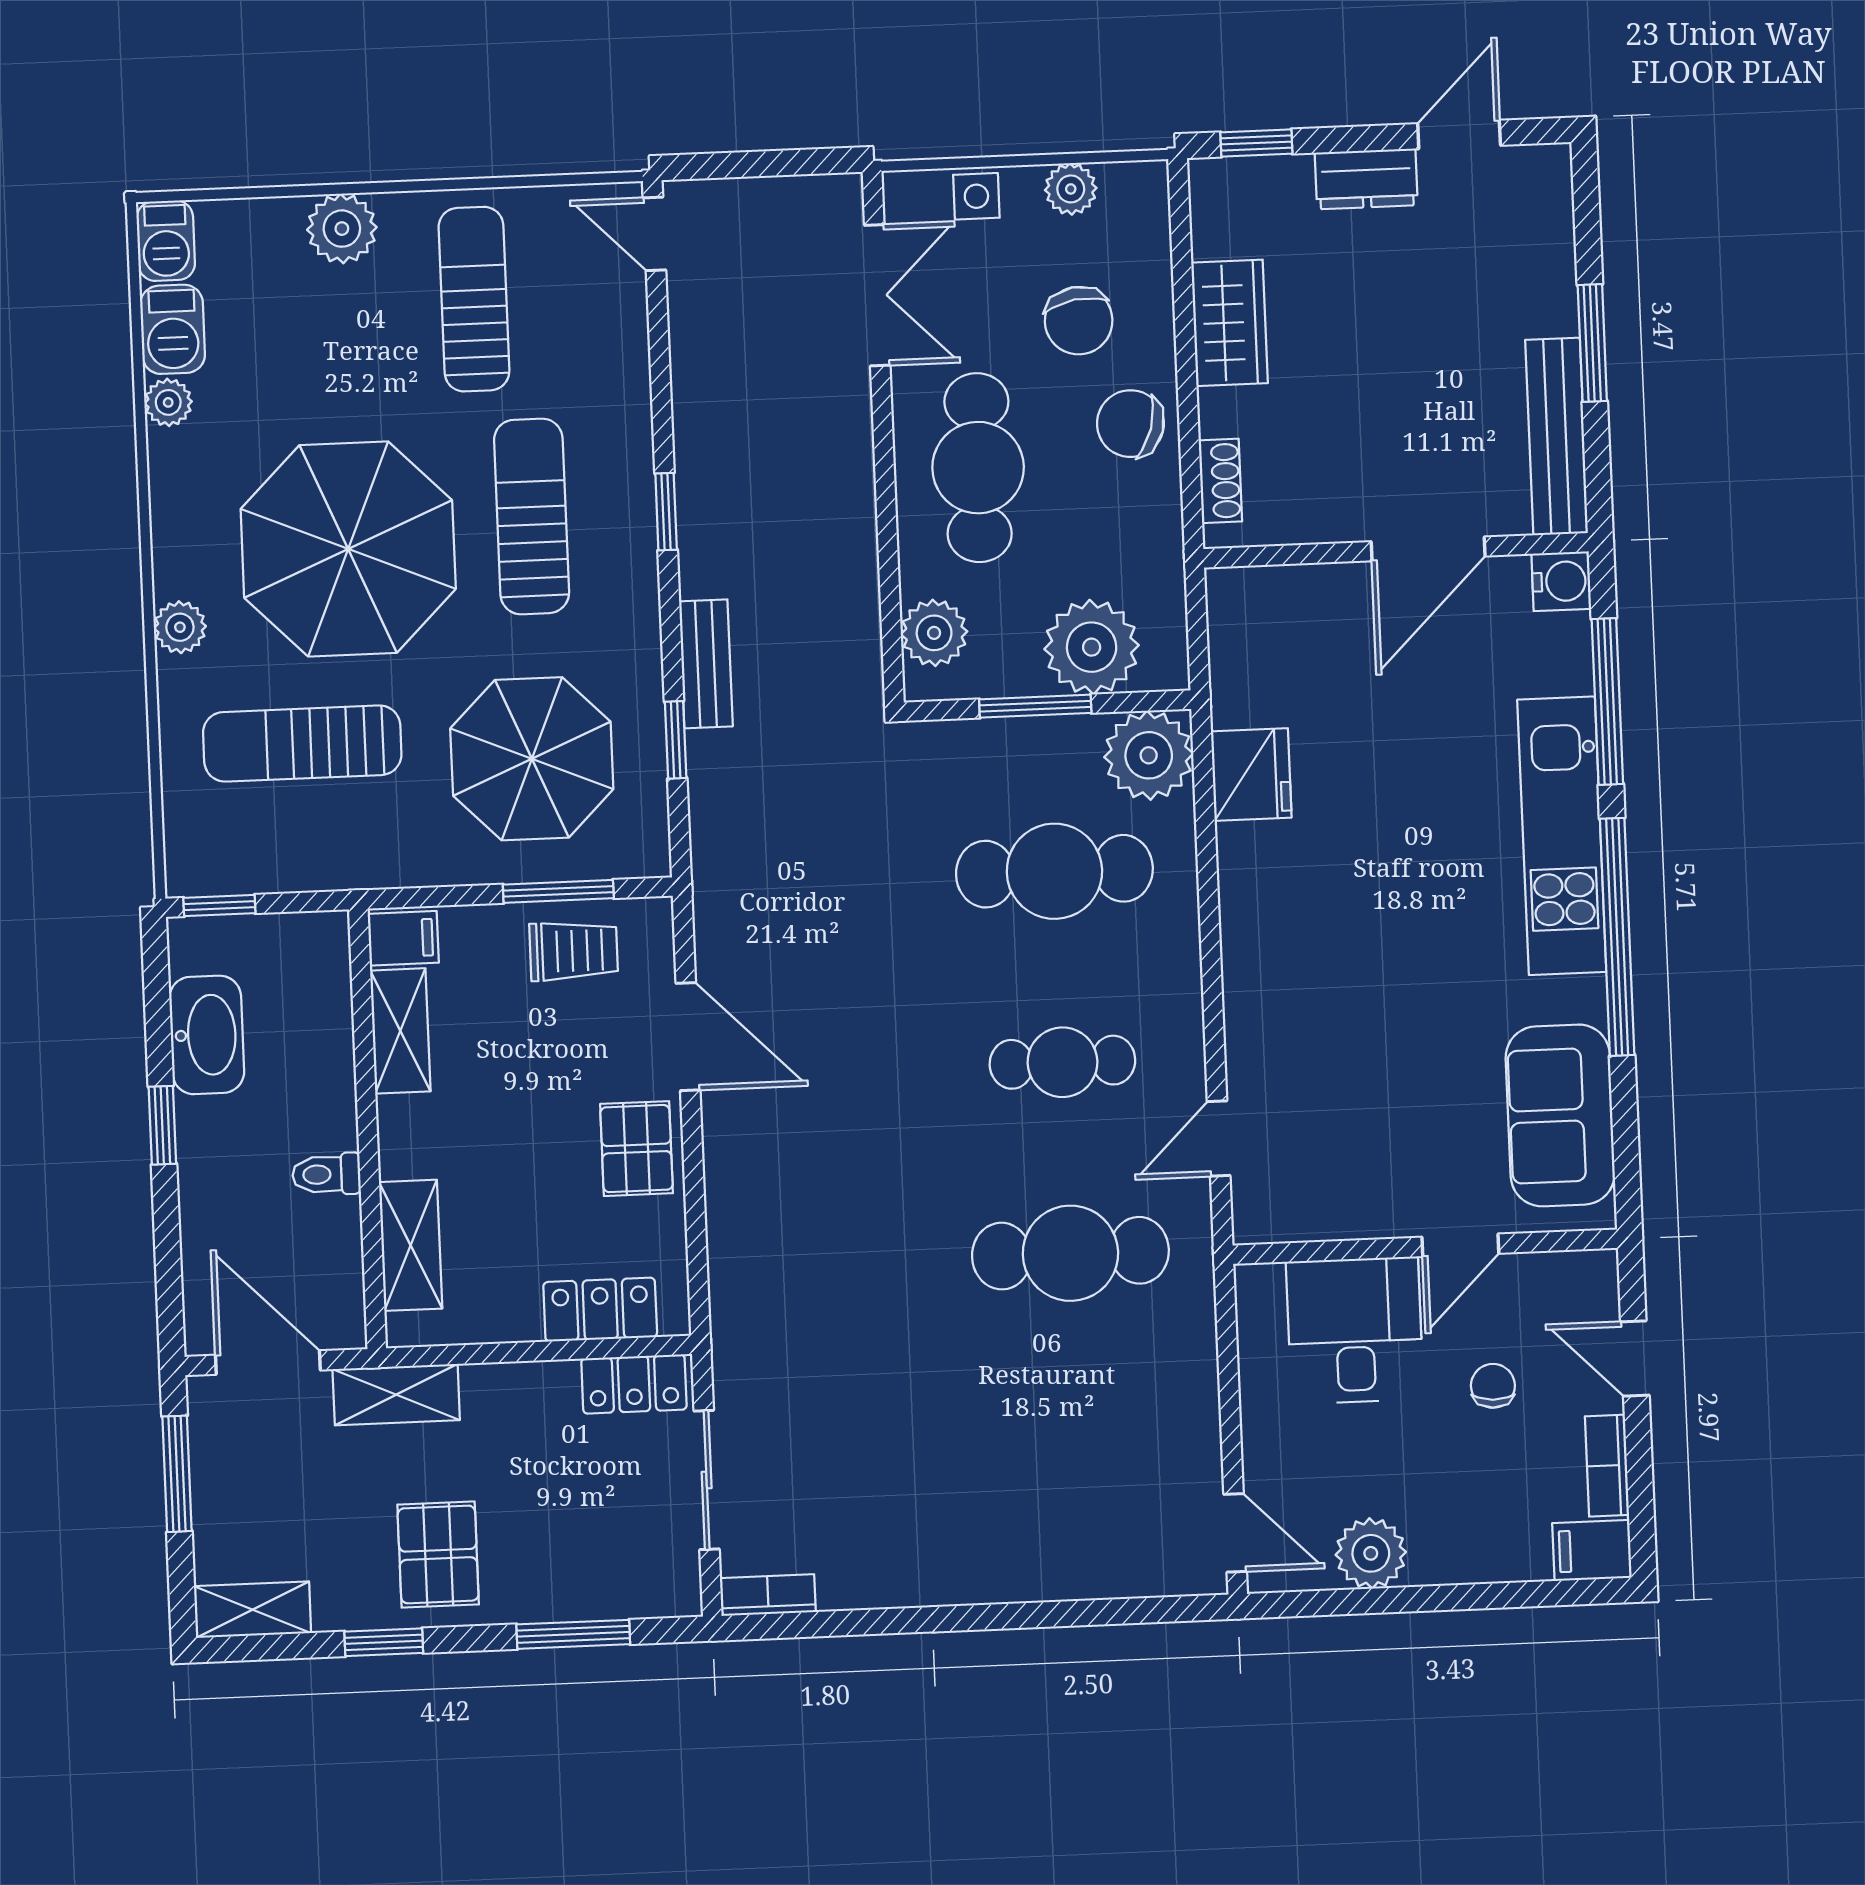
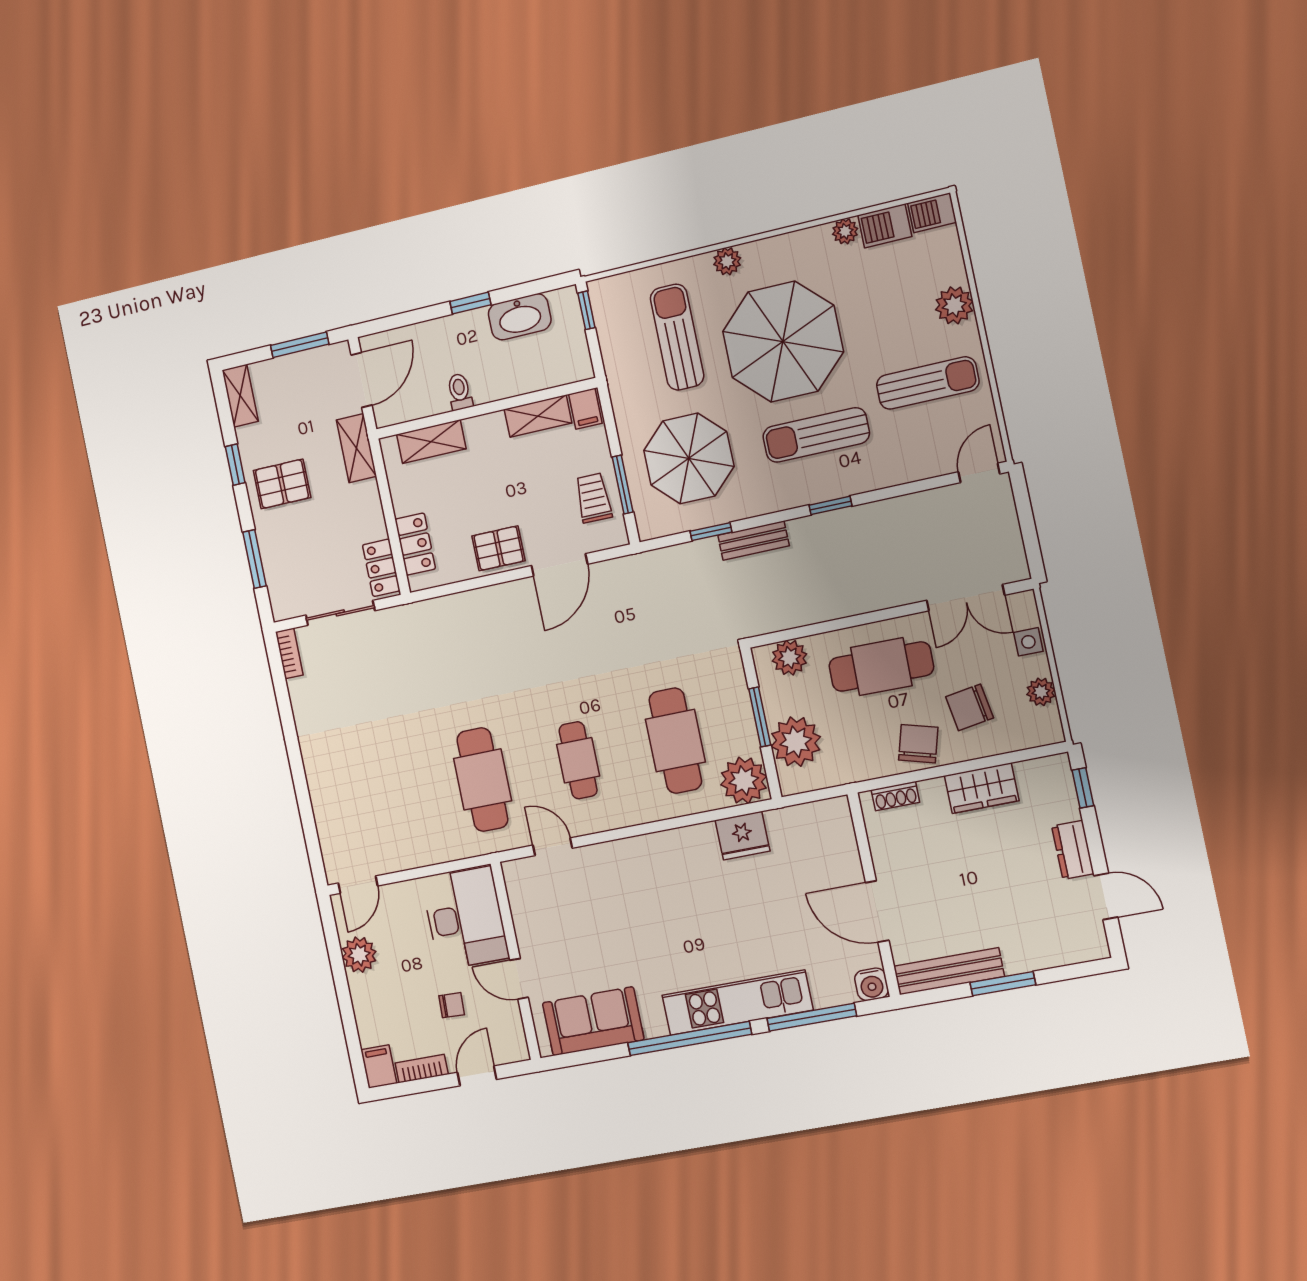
sun lounger: (532, 516) -> (816, 435), turned 180
trolley: (574, 951) -> (593, 498), turned 180
desk: (1355, 1330) -> (465, 918), width x1.37

